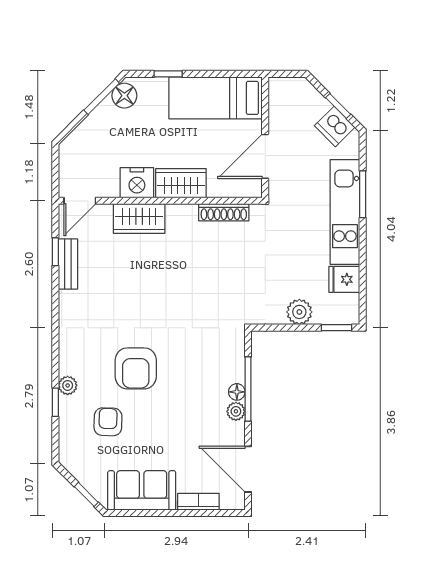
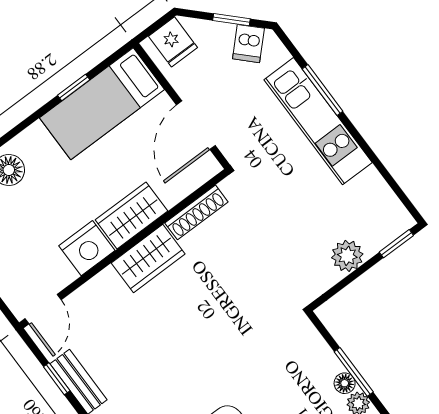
window: (168, 74) -> (74, 87), moved
dishwasher: (335, 126) -> (248, 44), width x0.73
wardrobe: (139, 219) -> (148, 258), moved
fridge: (344, 279) -> (173, 42), moved, turned -90
window: (248, 389) -> (354, 372), width x0.69

